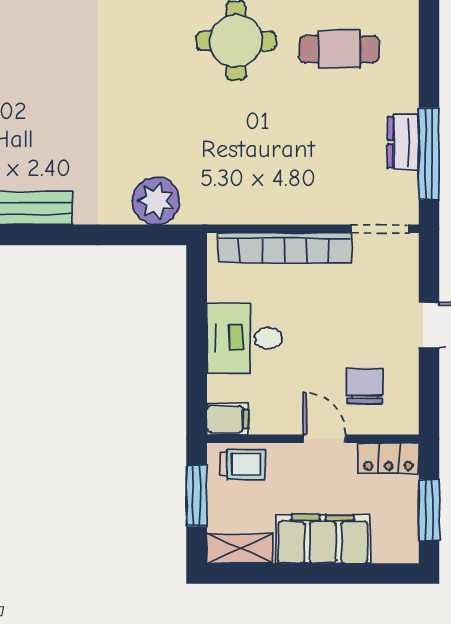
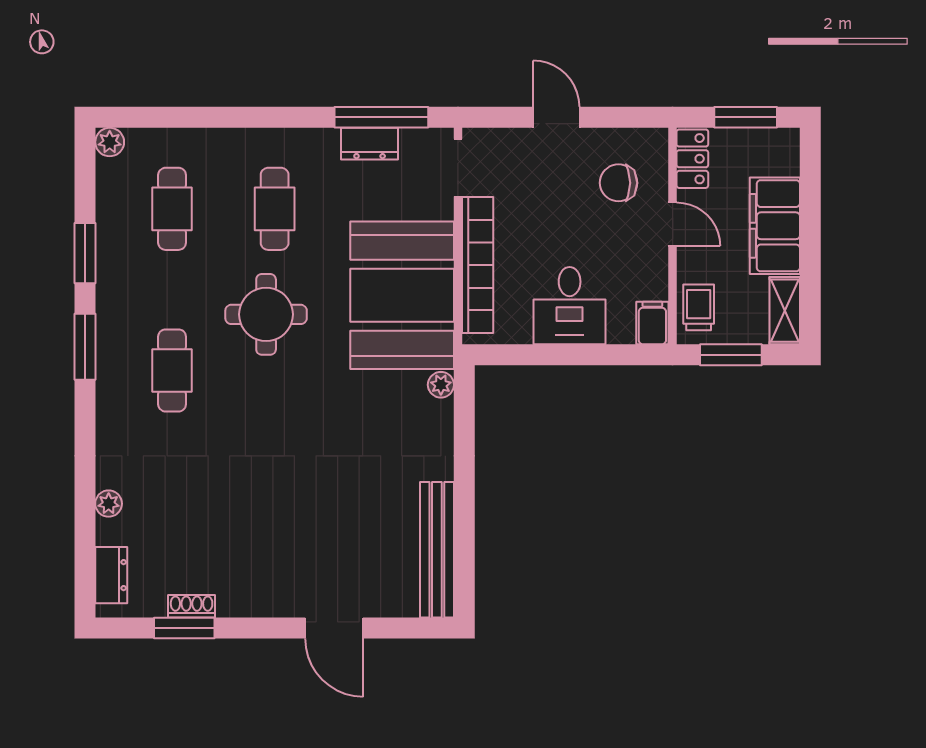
booth: (255, 174) -> (402, 295), added
plant: (156, 201) -> (441, 385), width x0.53, depth x0.53
door: (324, 439) -> (673, 224), swing flipped

